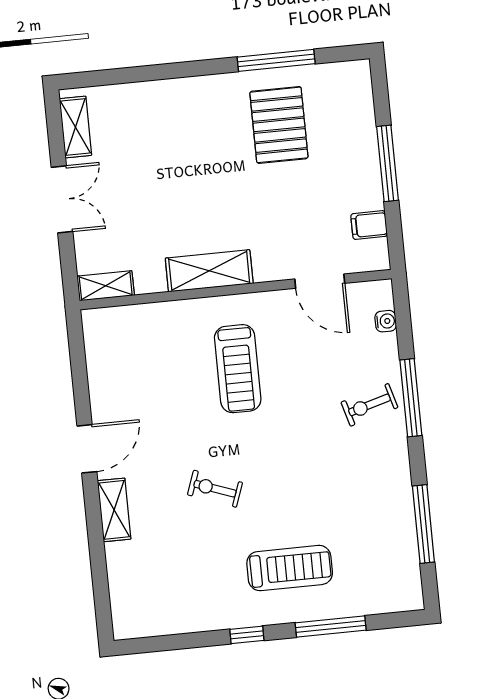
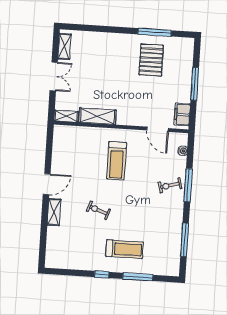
filing cabinet: (369, 225) -> (182, 114), width x2.00
shelving: (209, 271) -> (97, 116), moved

